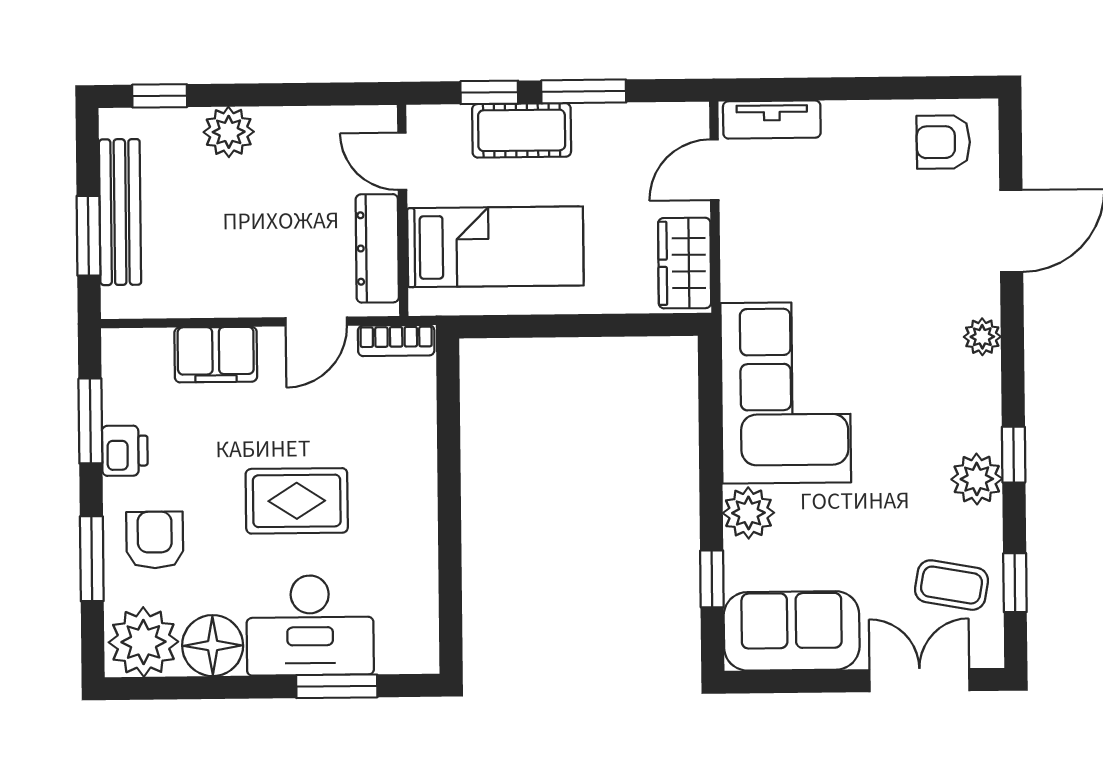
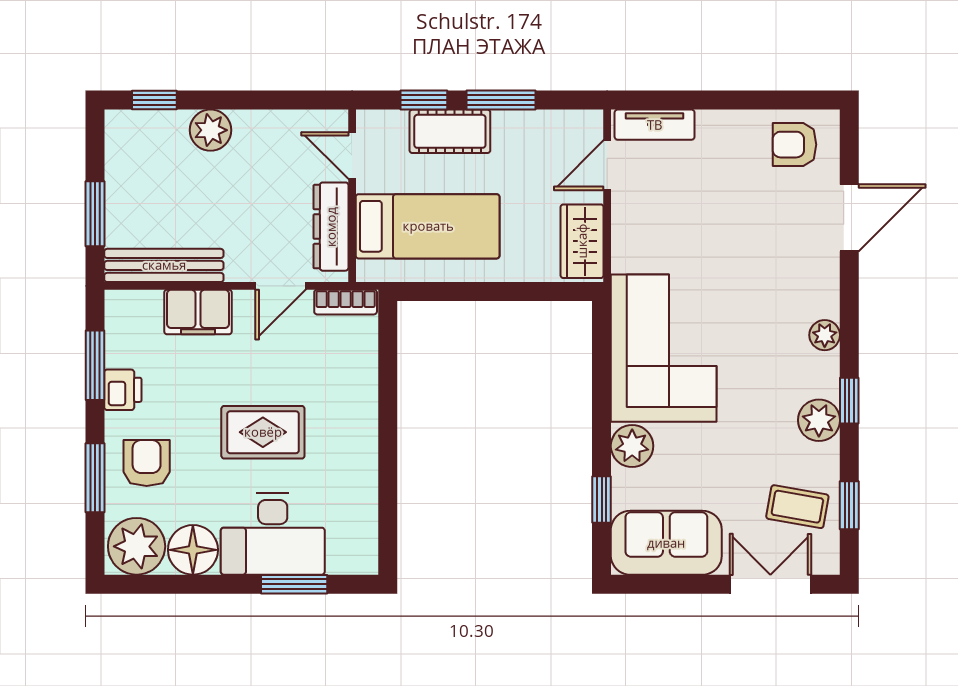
bench: (120, 212) -> (164, 265), moved, turned 90
plant: (982, 337) -> (825, 335), moved

